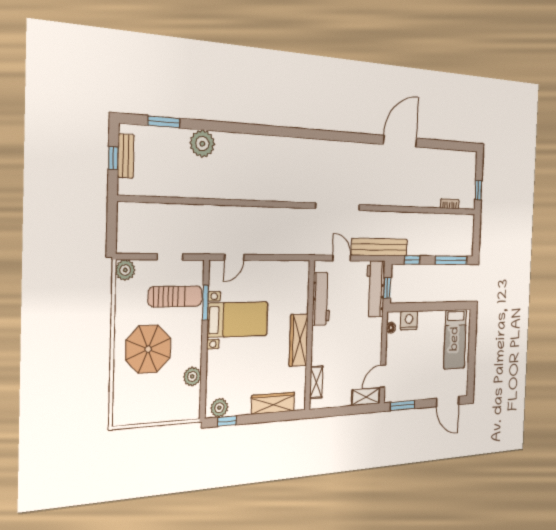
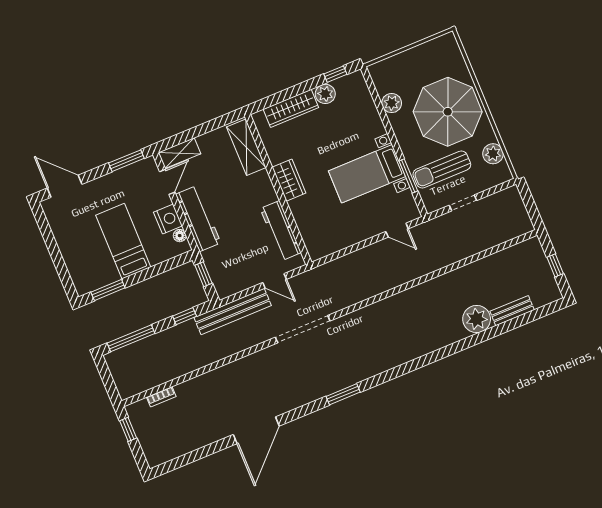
window: (164, 122) -> (343, 394), moved
bench: (126, 156) -> (512, 311), moved, turned 90
door: (234, 257) -> (397, 230), swing flipped
plant: (125, 270) -> (493, 154), moved
workbench: (375, 289) -> (198, 219), moved
window: (451, 306) -> (108, 290), added
nightstand: (409, 320) -> (168, 219), moved, turned -90
bed: (455, 339) -> (123, 241), moved
wardrobe: (299, 340) -> (289, 180), width x0.67
parasol: (148, 349) -> (448, 112), width x1.36, depth x1.36
shelving: (316, 382) -> (246, 147), width x1.50, depth x1.33
plant: (219, 408) -> (325, 94), moved

